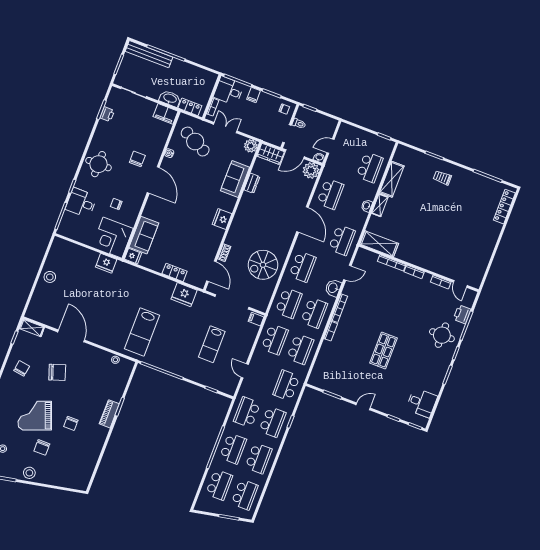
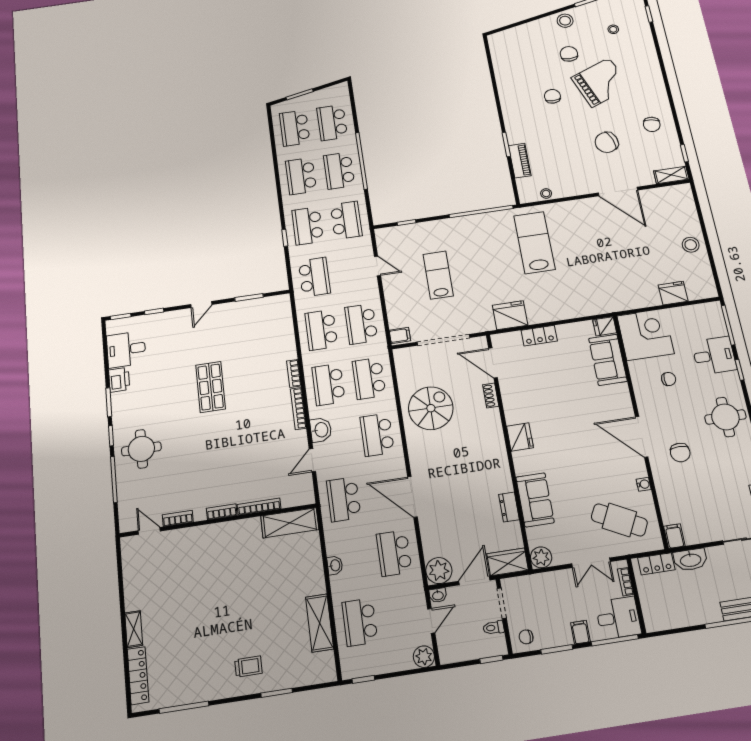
filing cabinet: (165, 114) -> (674, 536), width x0.50
plant: (345, 130) -> (424, 657), added
shelving: (380, 205) -> (134, 629), moved
fridge: (106, 263) -> (673, 293), moved
printer: (462, 314) -> (119, 380), moved
piano: (109, 414) -> (520, 161), moved

